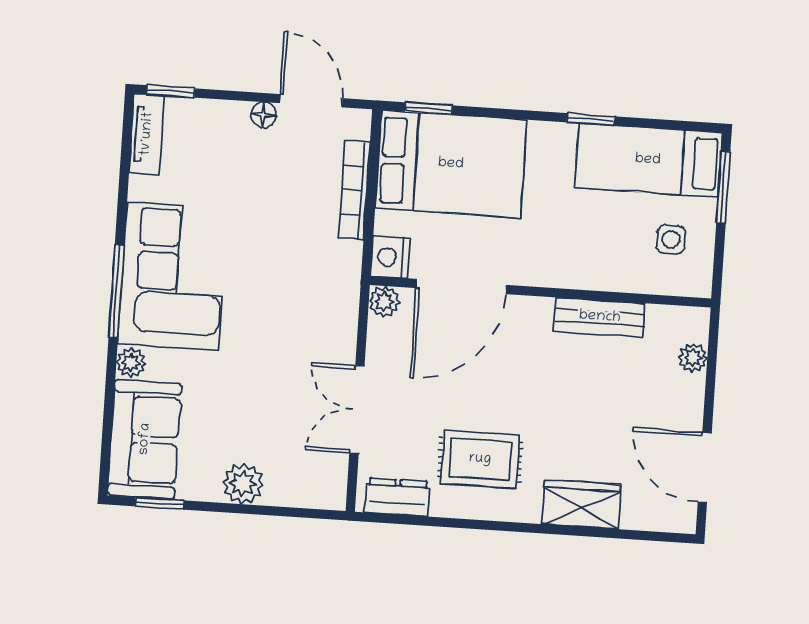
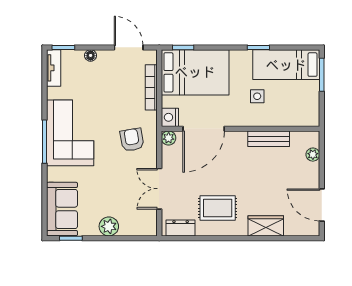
floor lamp: (264, 115) -> (91, 55), moved
side table: (671, 239) -> (257, 96), moved
armchair: (305, 300) -> (132, 140), added
plant: (131, 363) -> (53, 174), removed

